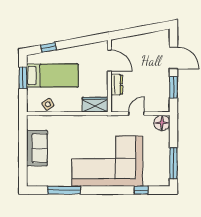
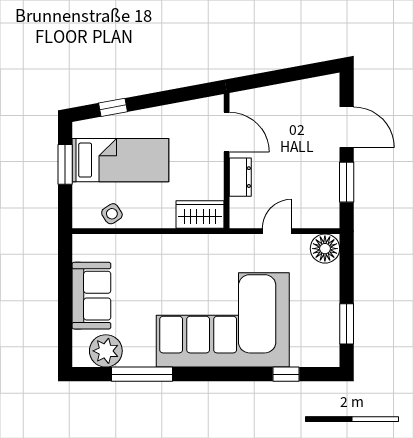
window: (173, 163) -> (347, 324), width x0.69
plant: (45, 178) -> (106, 351), added

